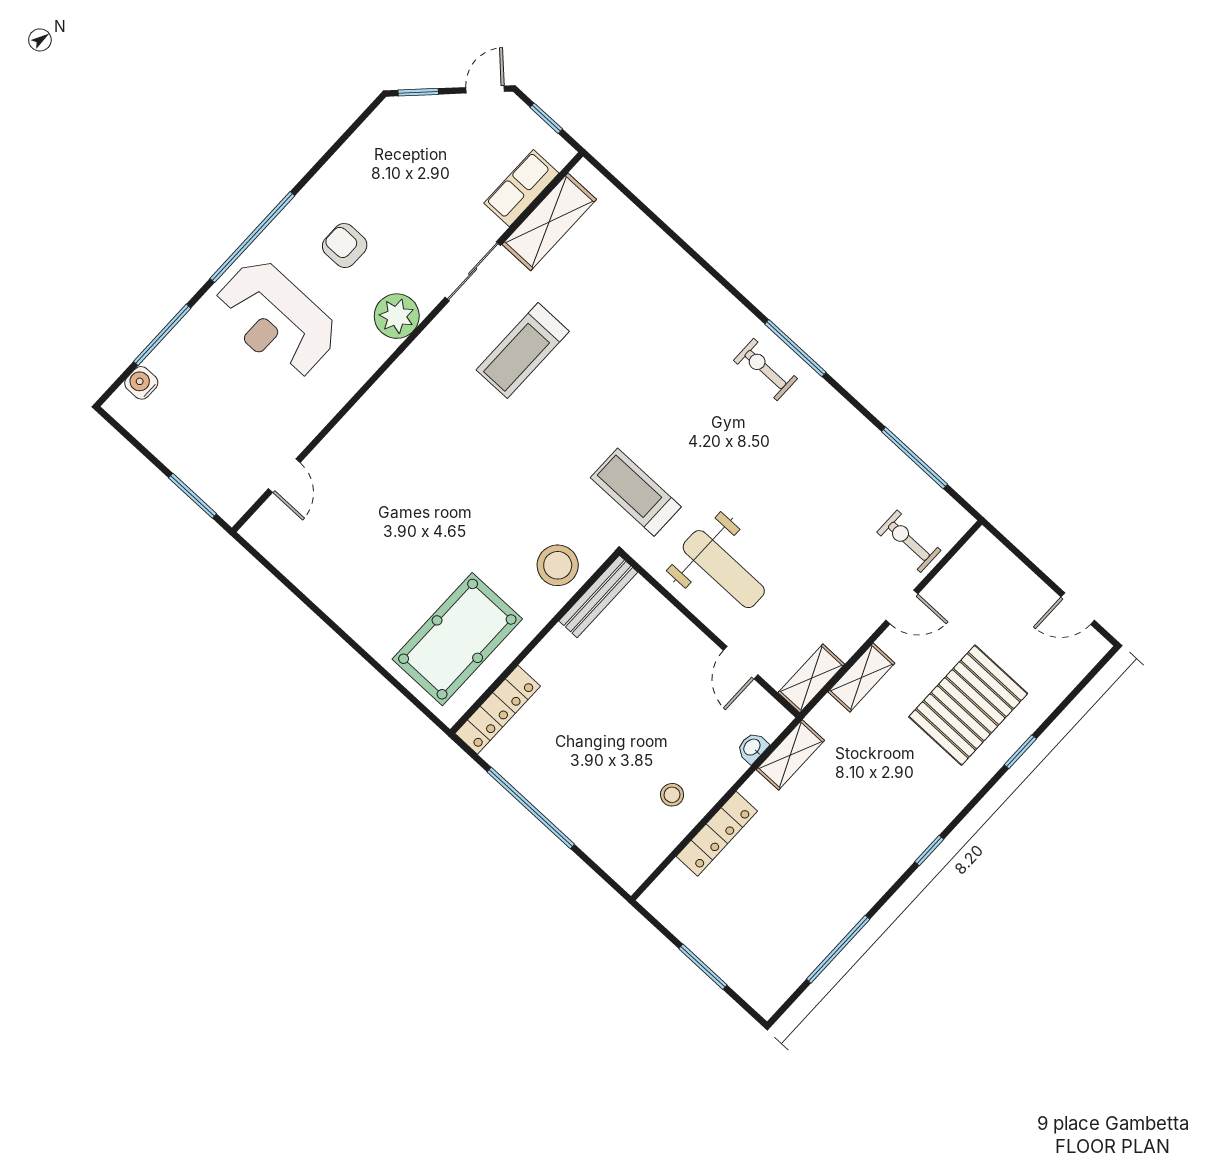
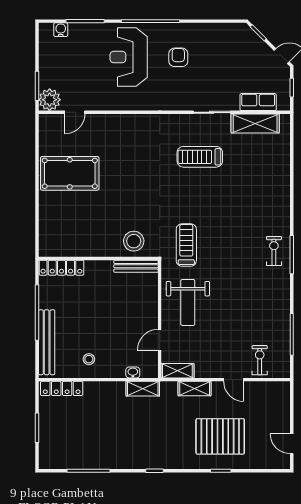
plant: (397, 316) -> (50, 100), moved
pool table: (457, 639) -> (70, 173), moved
locker: (717, 834) -> (62, 388), moved
bench: (589, 835) -> (47, 342), added

